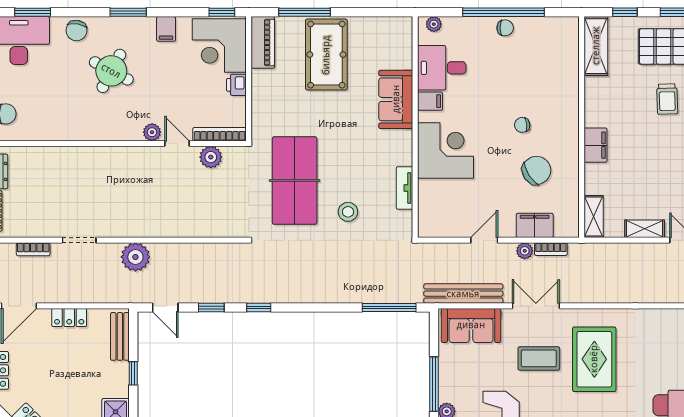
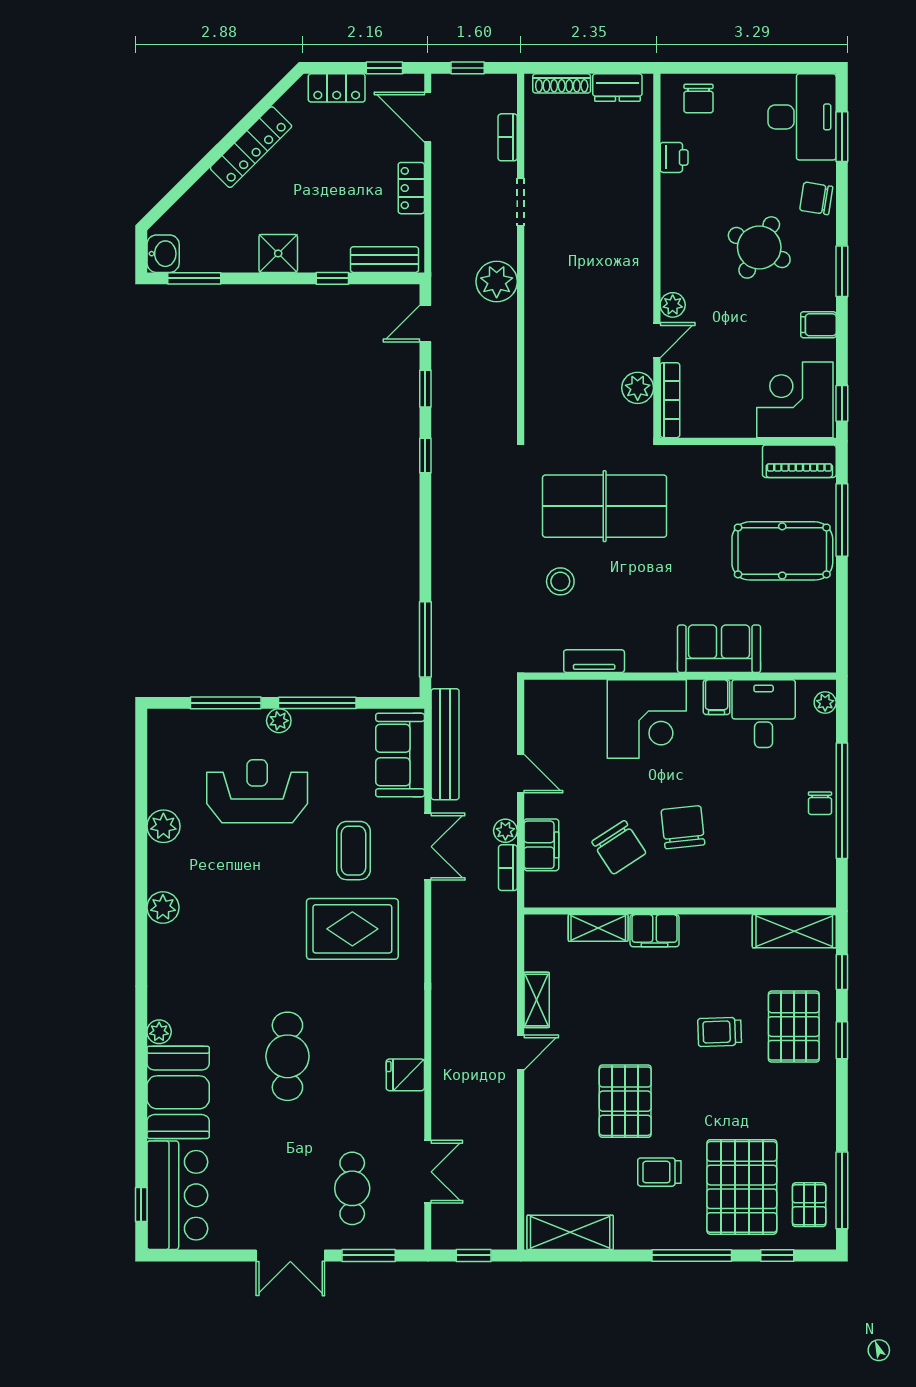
printer: (236, 85) -> (674, 157), moved, turned 90
chair: (522, 125) -> (683, 827), width x1.87, depth x1.87
shelving: (594, 217) -> (598, 928), moved

